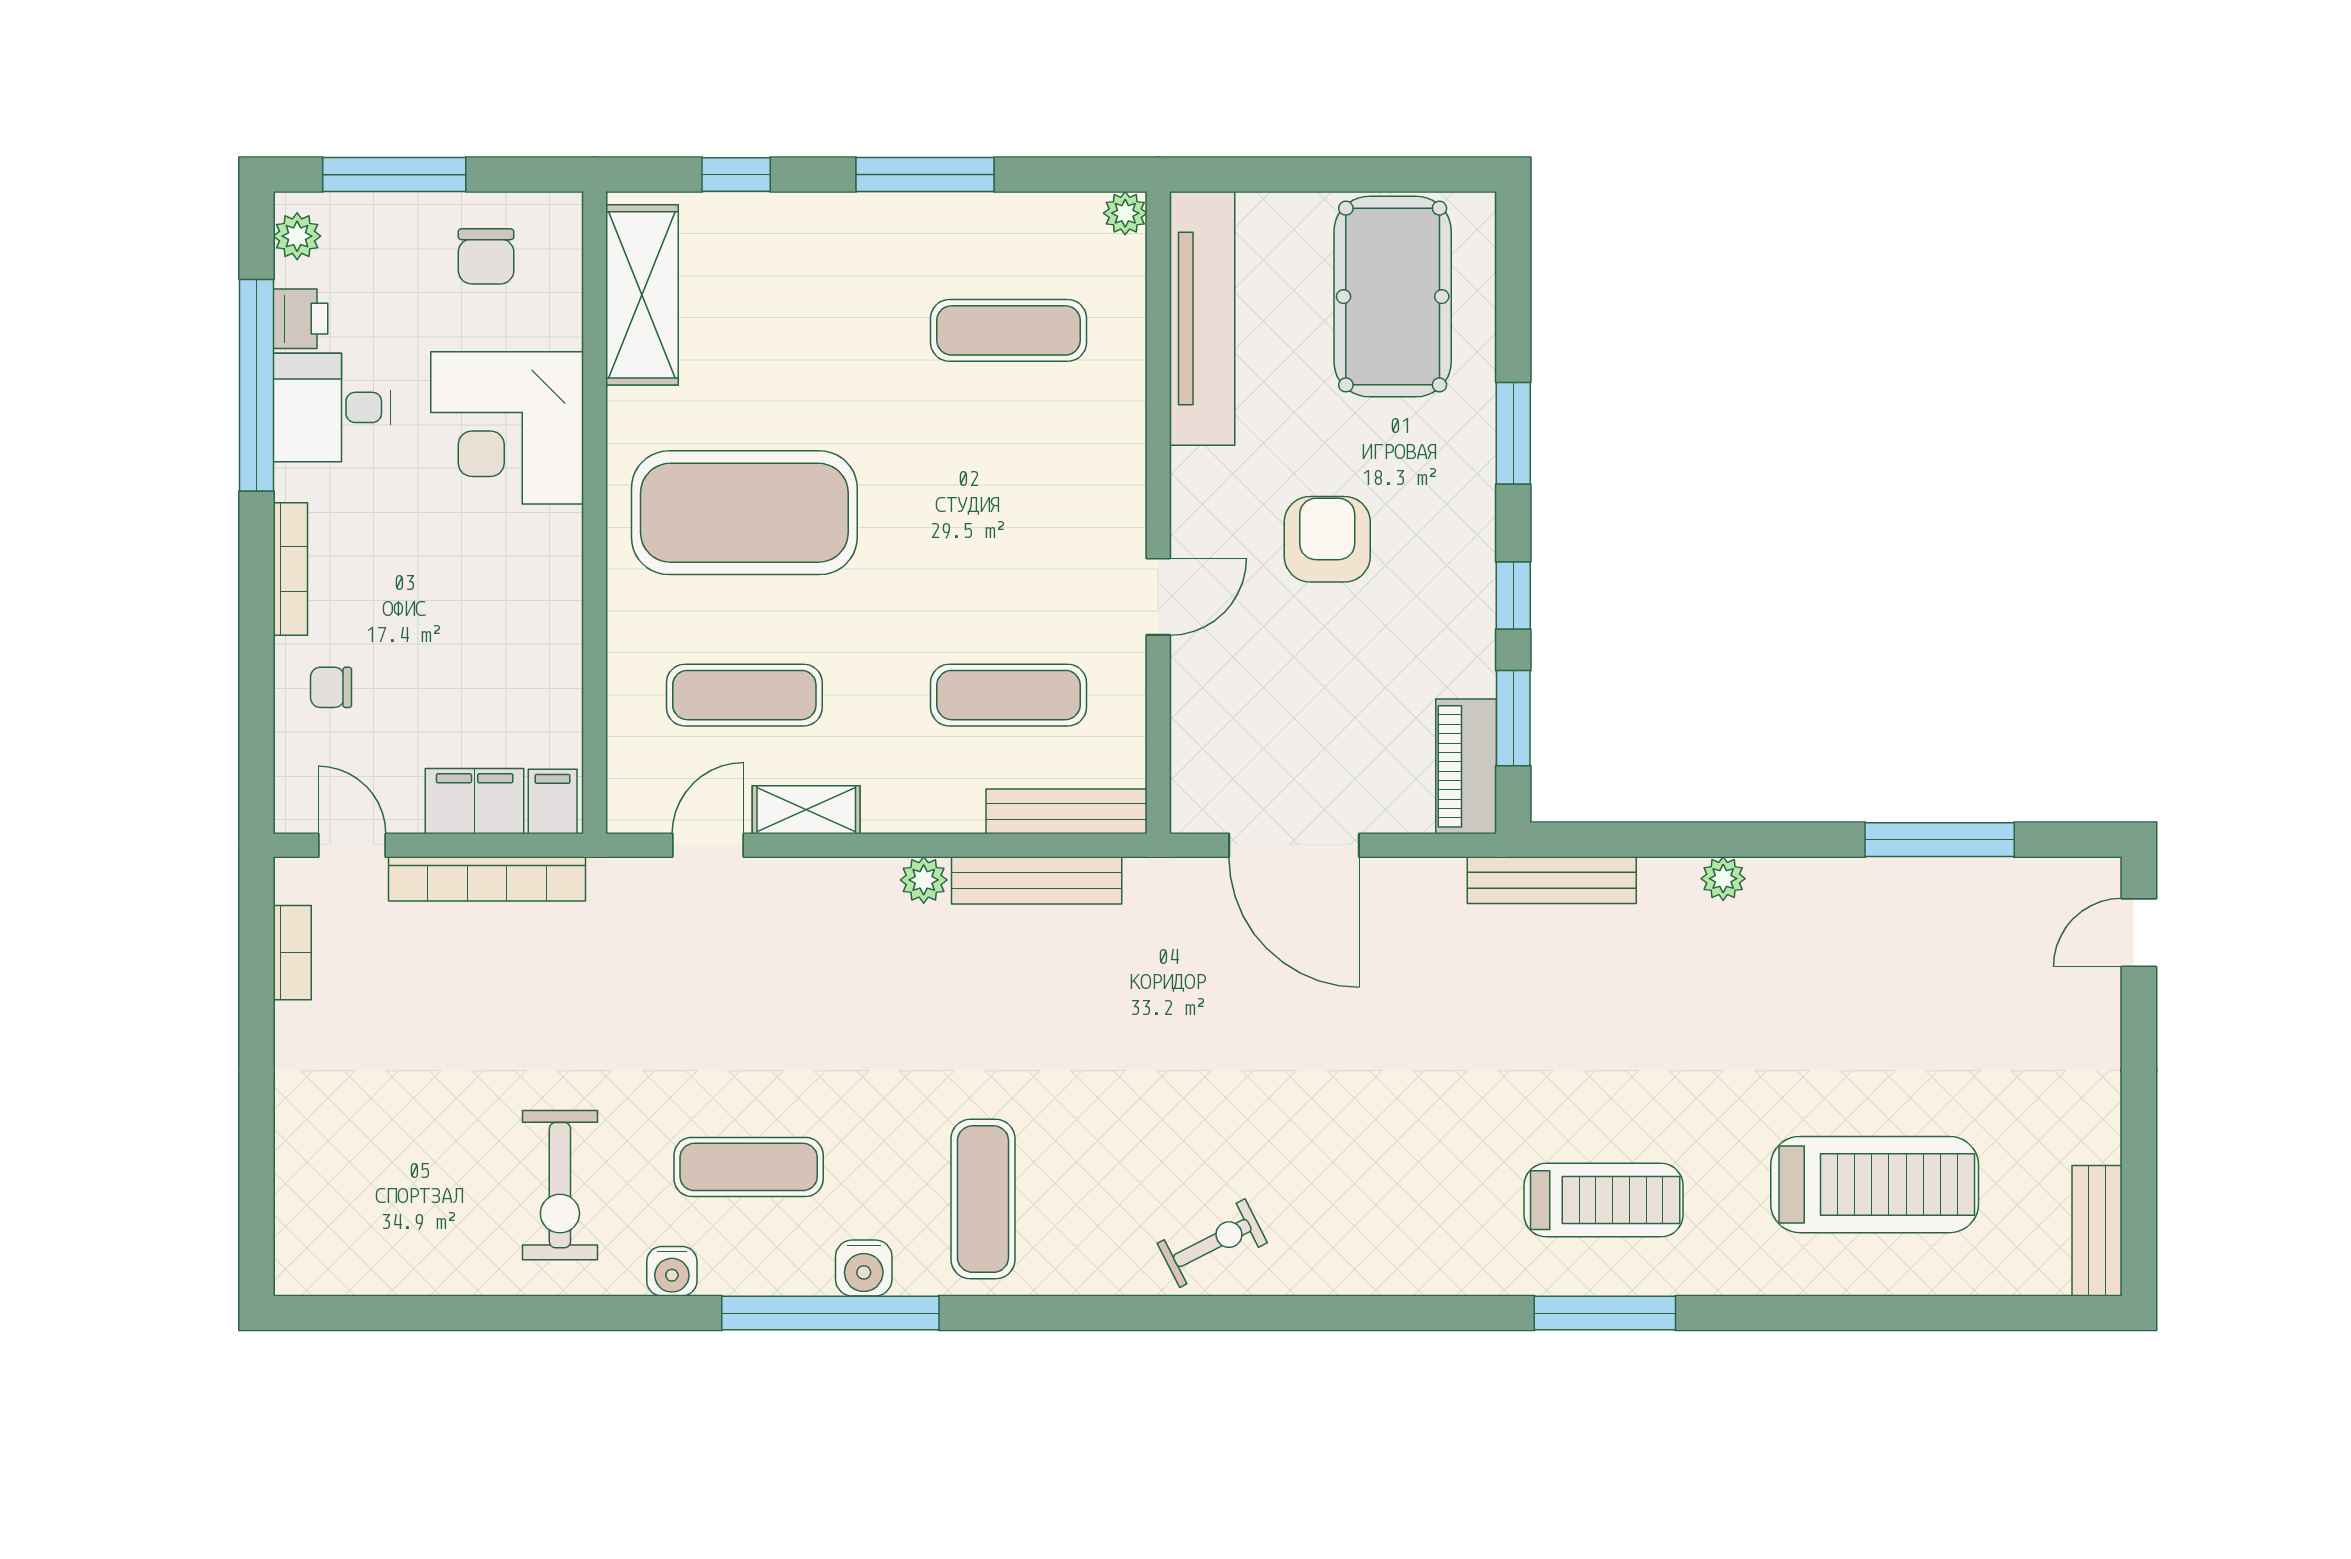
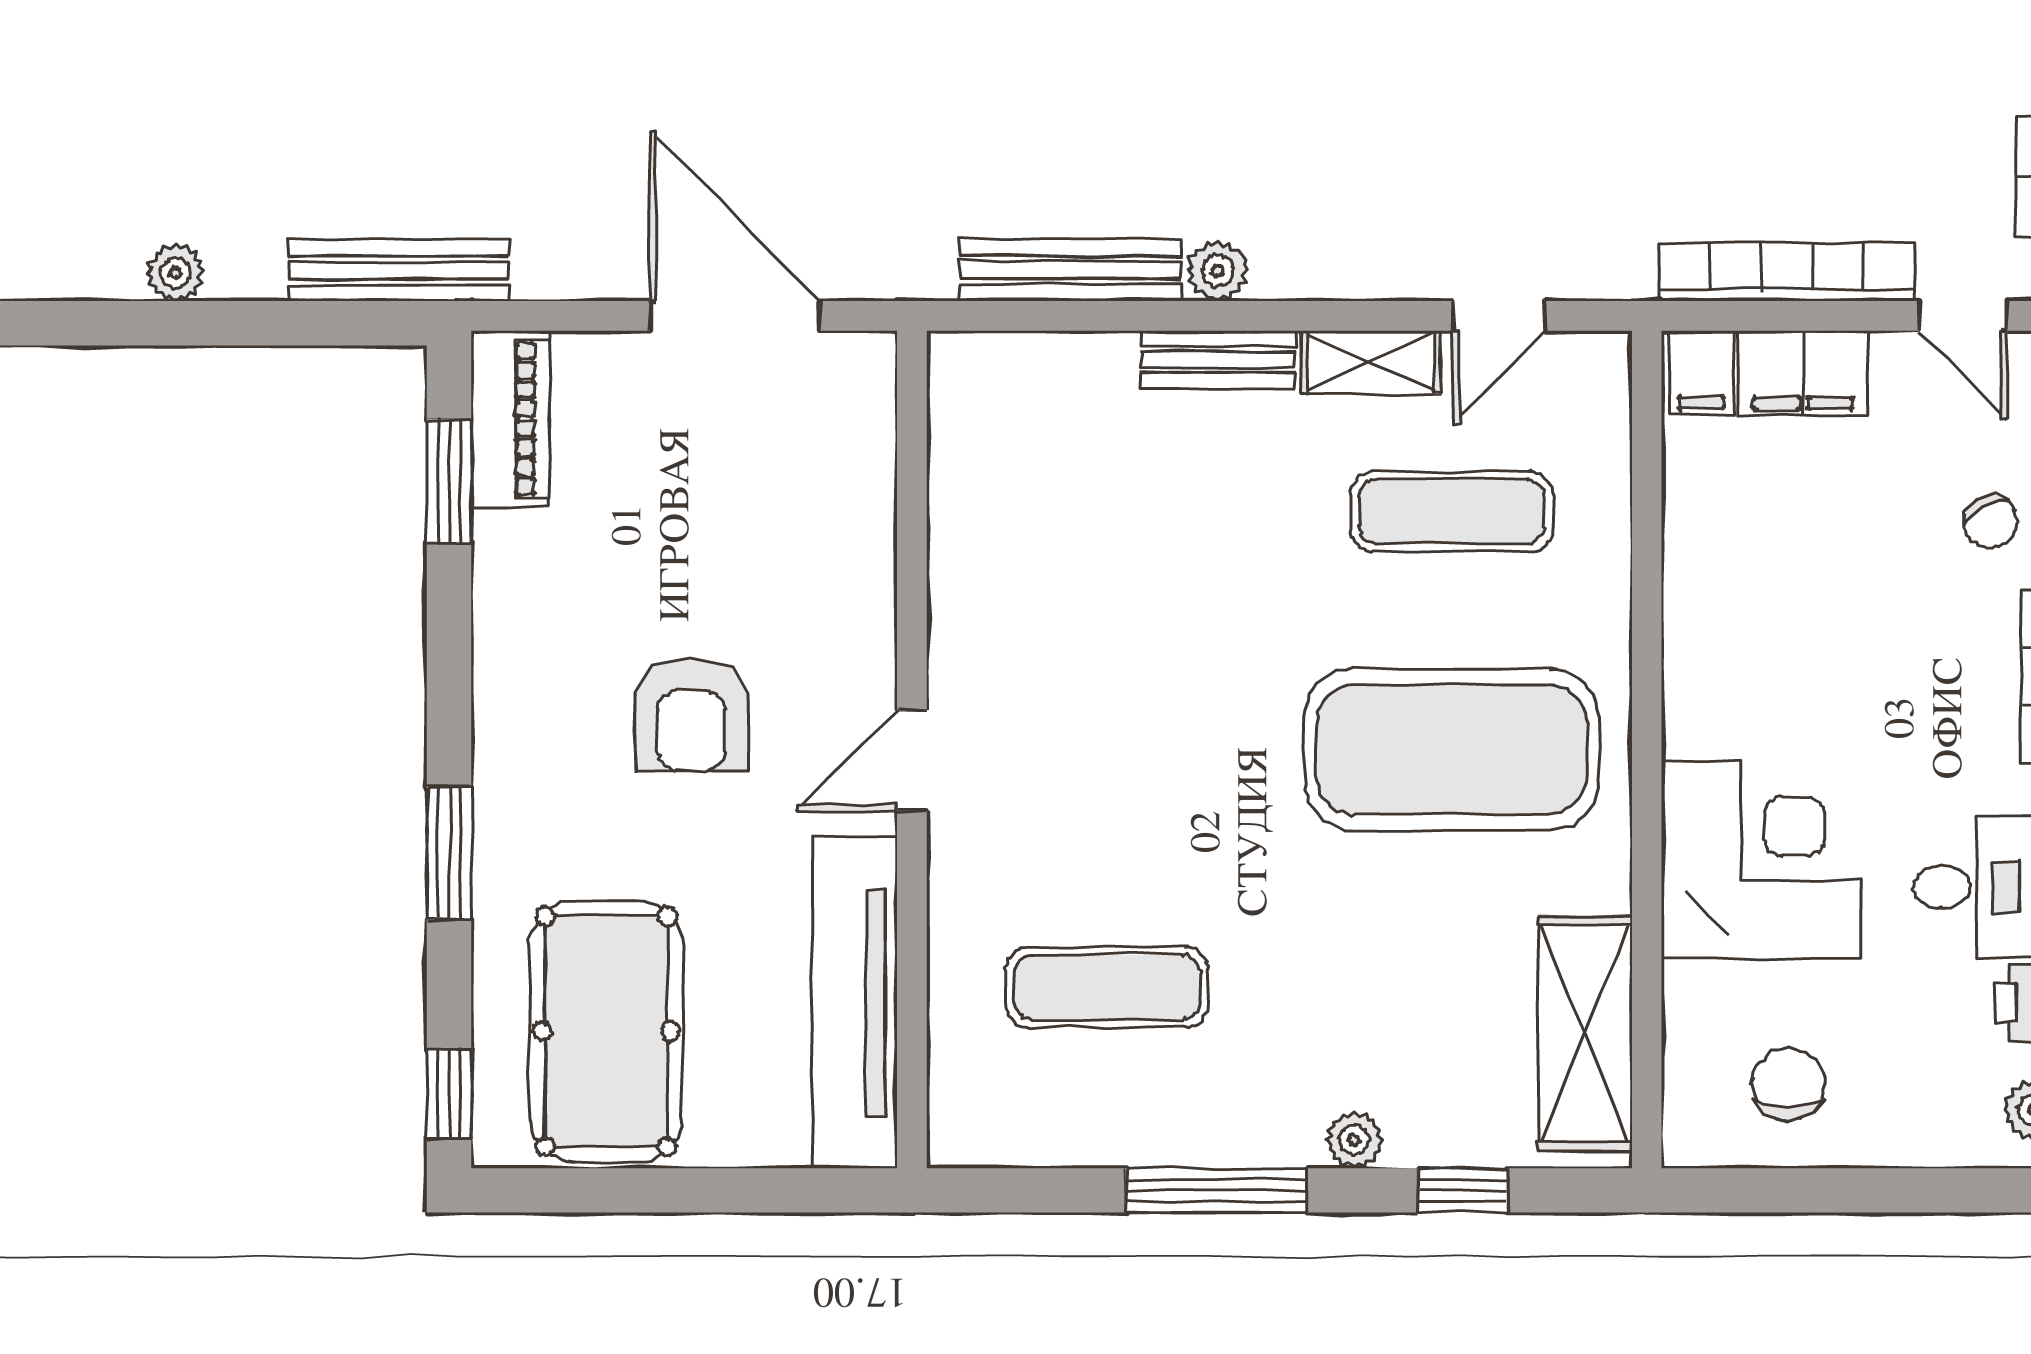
window: (394, 175) -> (1908, 1190), removed
plant: (1125, 213) -> (1354, 1140), moved
window: (1513, 595) -> (449, 1093), moved
door: (1158, 597) -> (912, 761), moved
chair: (331, 687) -> (1990, 522), turned 60
exercise mat: (1009, 695) -> (1107, 512), removed
bench: (1067, 811) -> (1218, 360), moved, width x0.73

